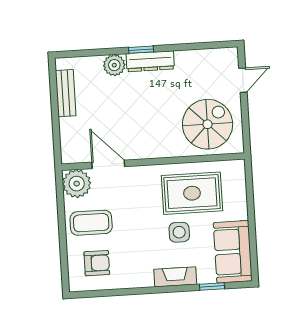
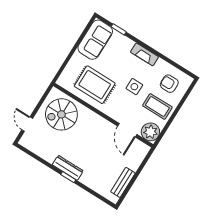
plant: (114, 65) -> (88, 179), removed
door: (243, 80) -> (27, 124), hinge flipped
side table: (179, 232) -> (134, 87), moved
fireplace: (175, 277) -> (145, 54), moved

